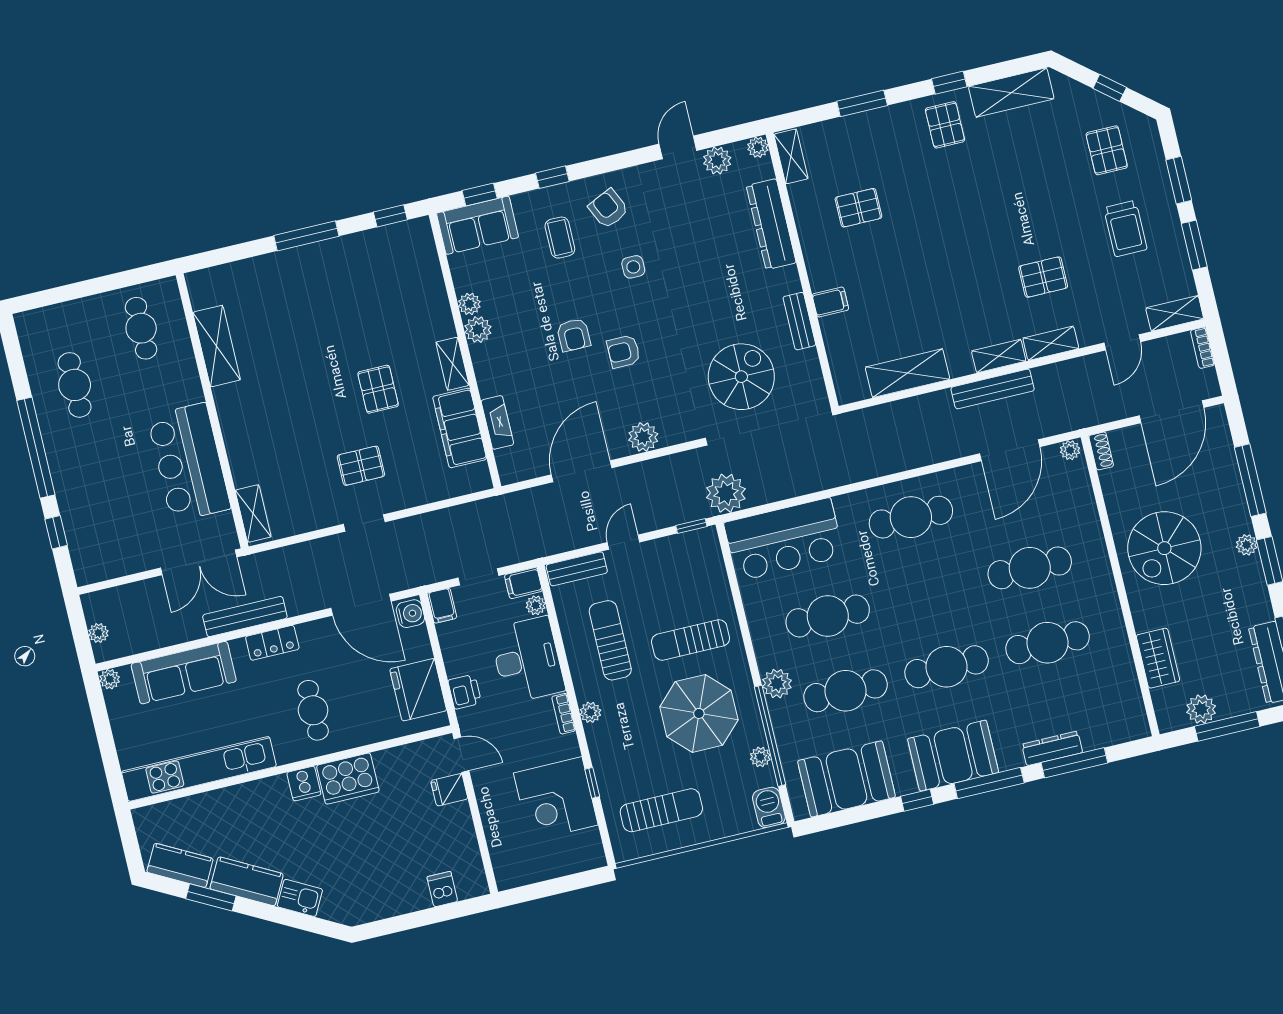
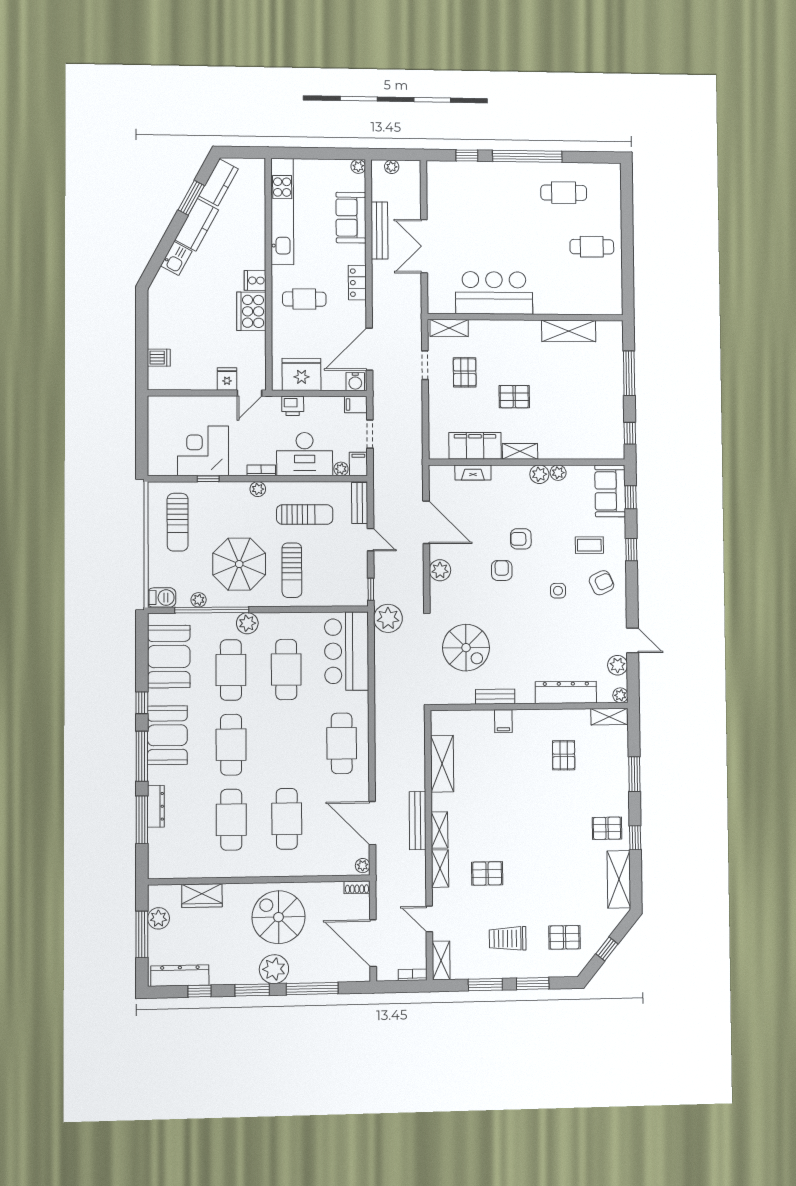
pallet: (1043, 277) -> (487, 873), turned 90
shelving: (217, 346) -> (569, 331), moved
wall: (212, 411) -> (526, 317), moved
bar counter: (189, 462) -> (494, 293), moved
shelving: (253, 514) -> (449, 328), moved
plant: (1247, 545) -> (274, 969), width x1.87, depth x1.87
bench: (245, 617) -> (379, 230), moved
sun lounger: (691, 640) -> (292, 570), turned 180
sofa: (184, 673) -> (351, 218), width x0.73

